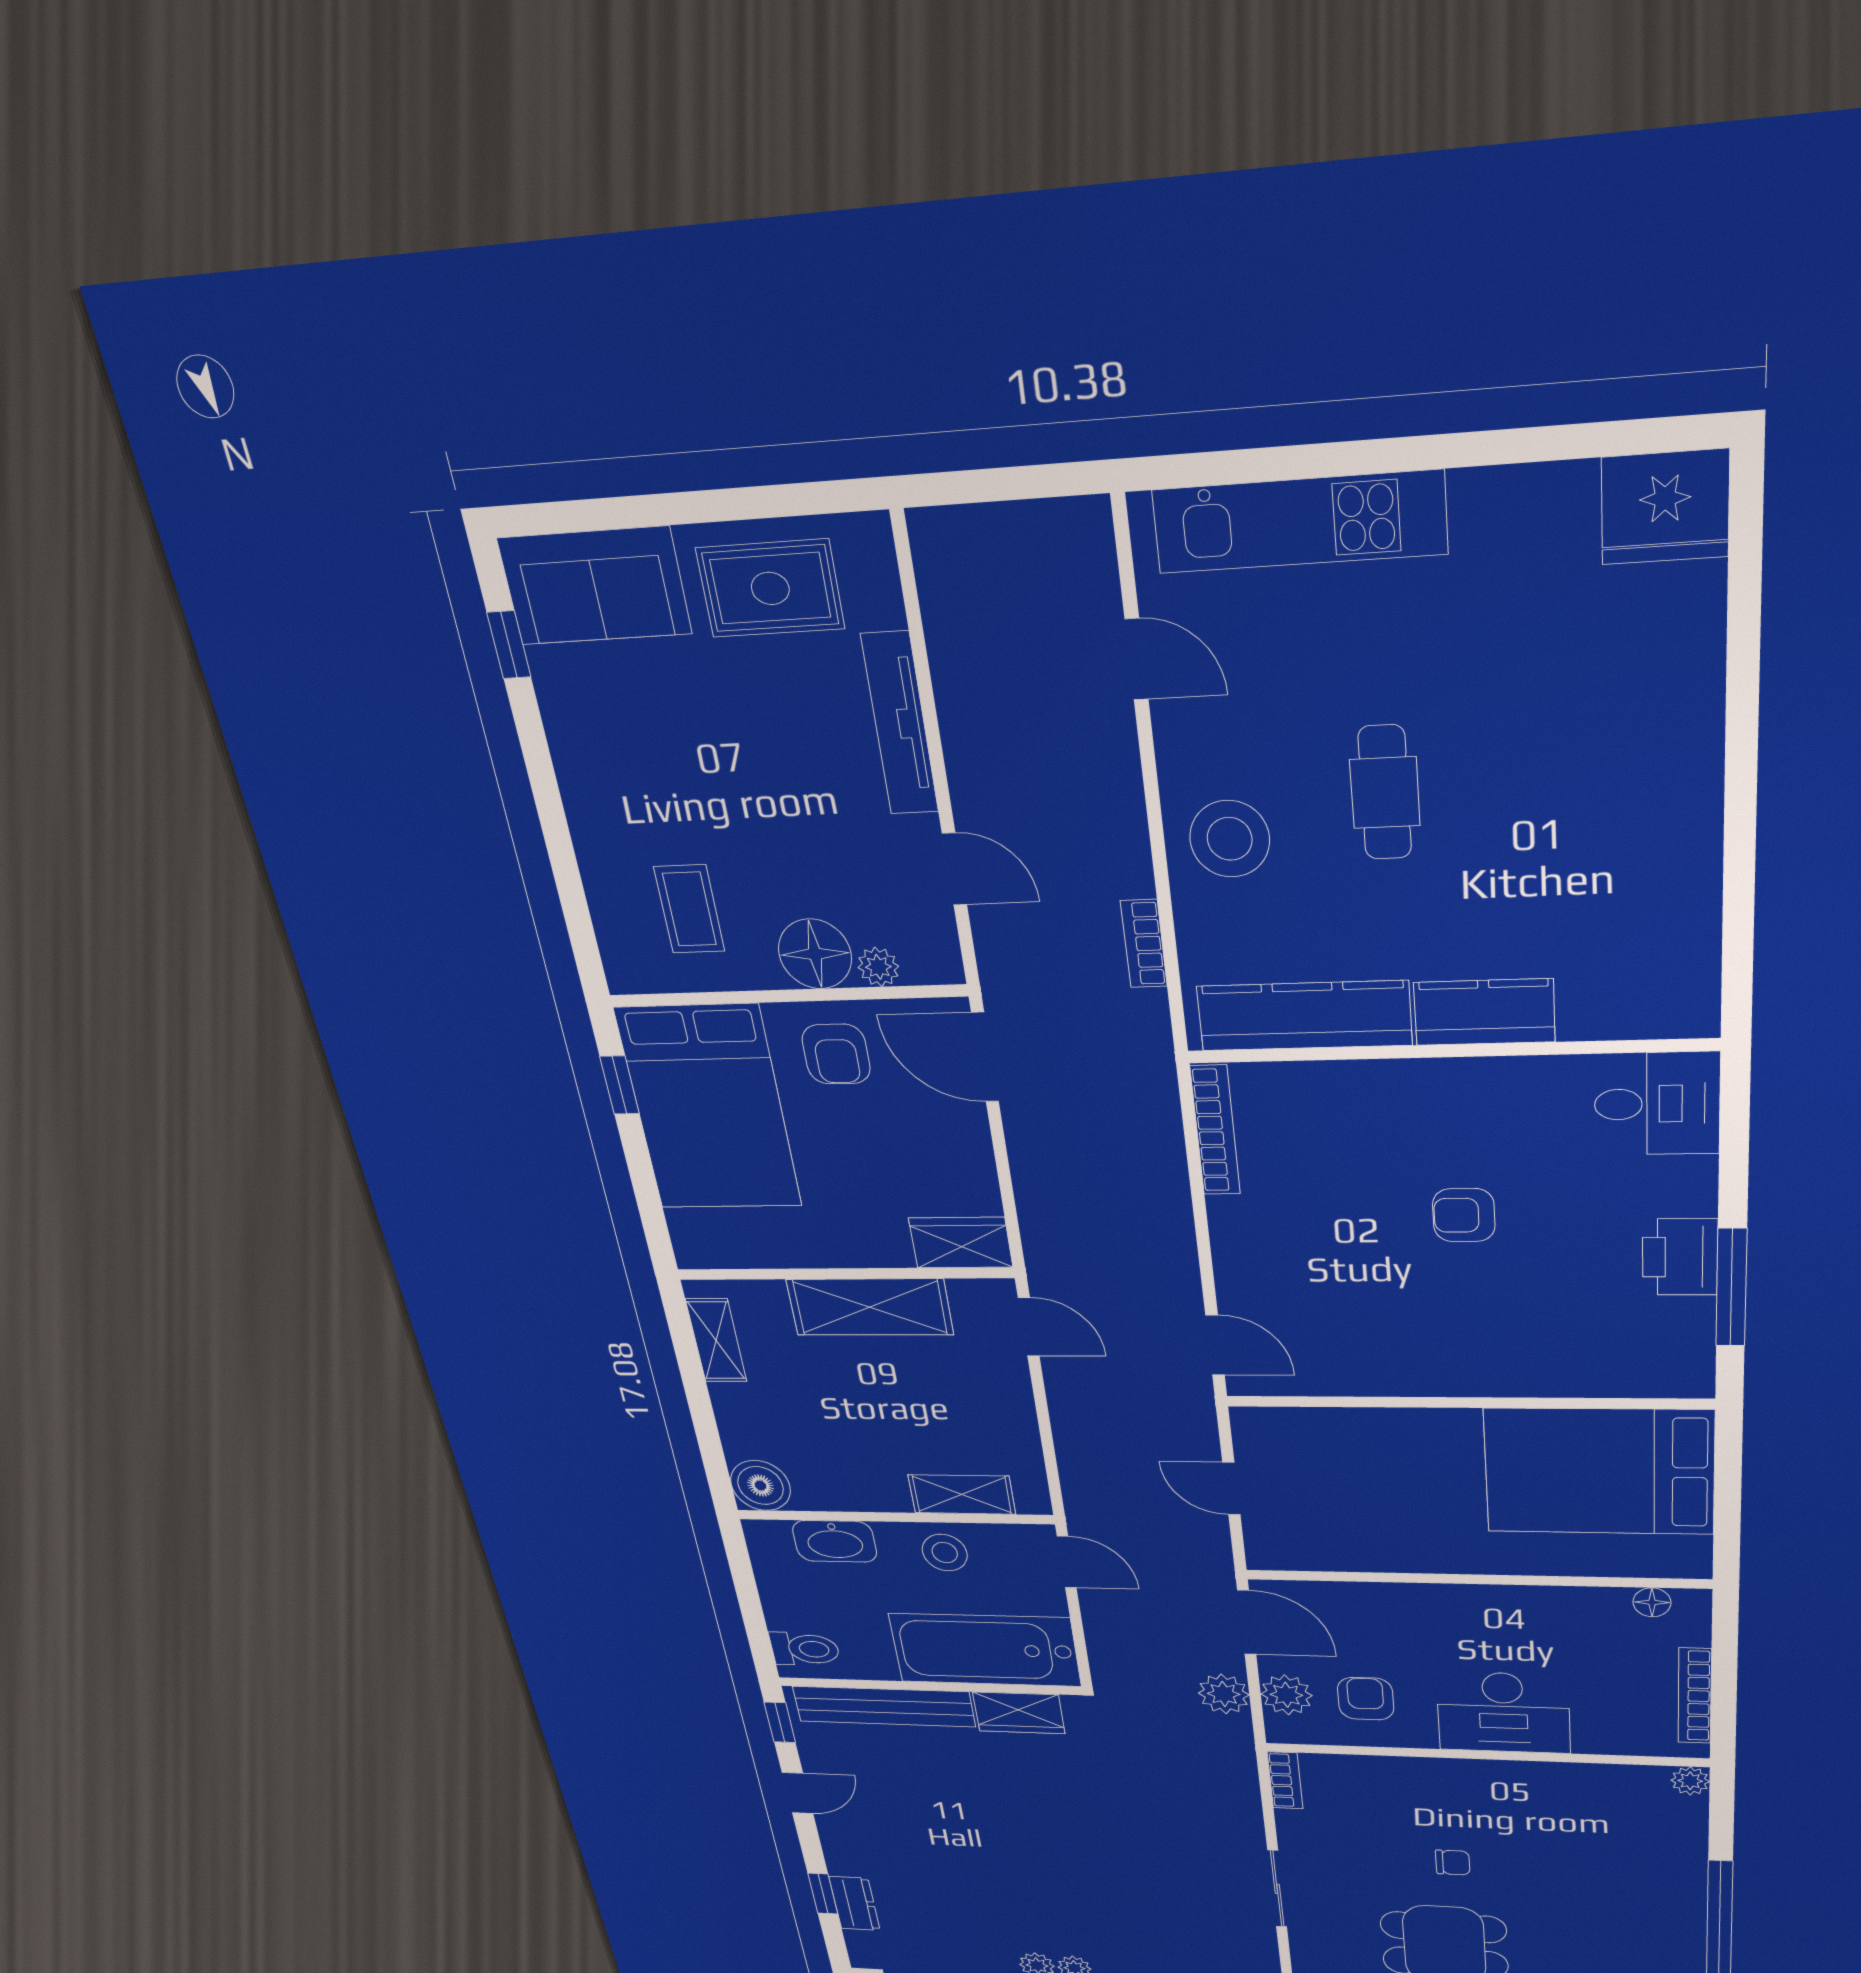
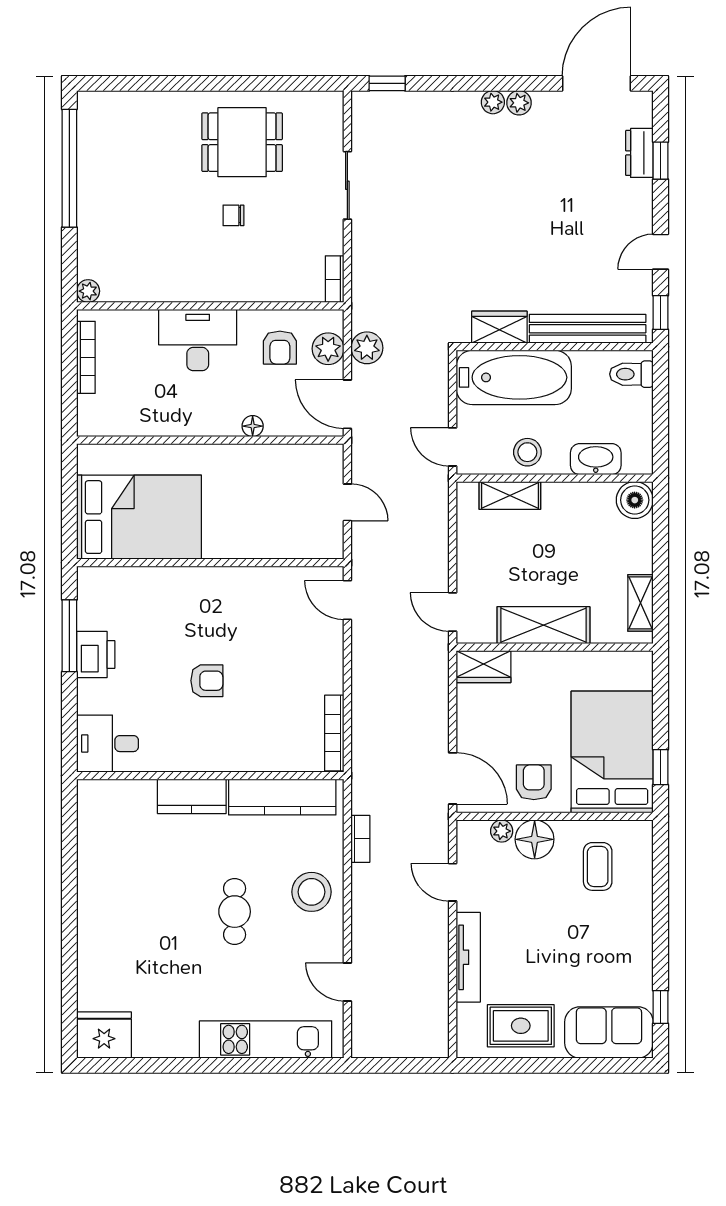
floor lamp: (1652, 1602) -> (253, 426), moved

